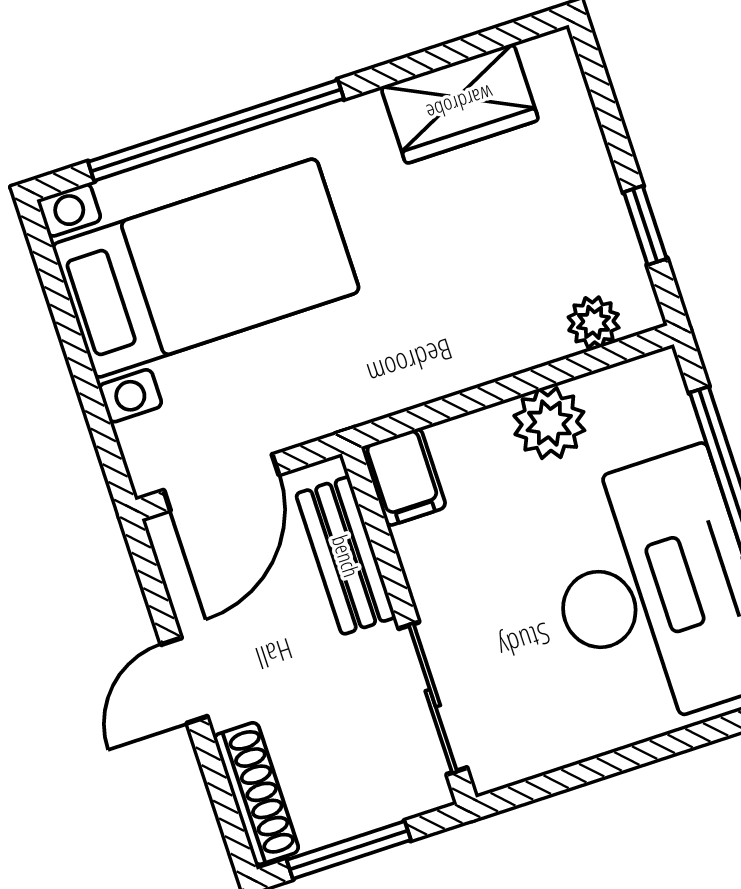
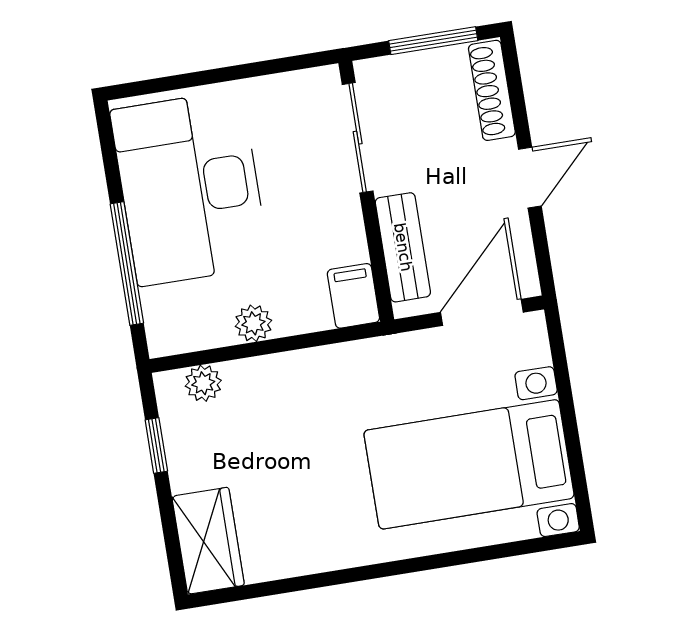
wardrobe: (460, 103) -> (208, 541), moved, turned 90
window: (216, 130) -> (447, 560), removed
plant: (549, 423) -> (253, 323), width x0.73, depth x0.73

